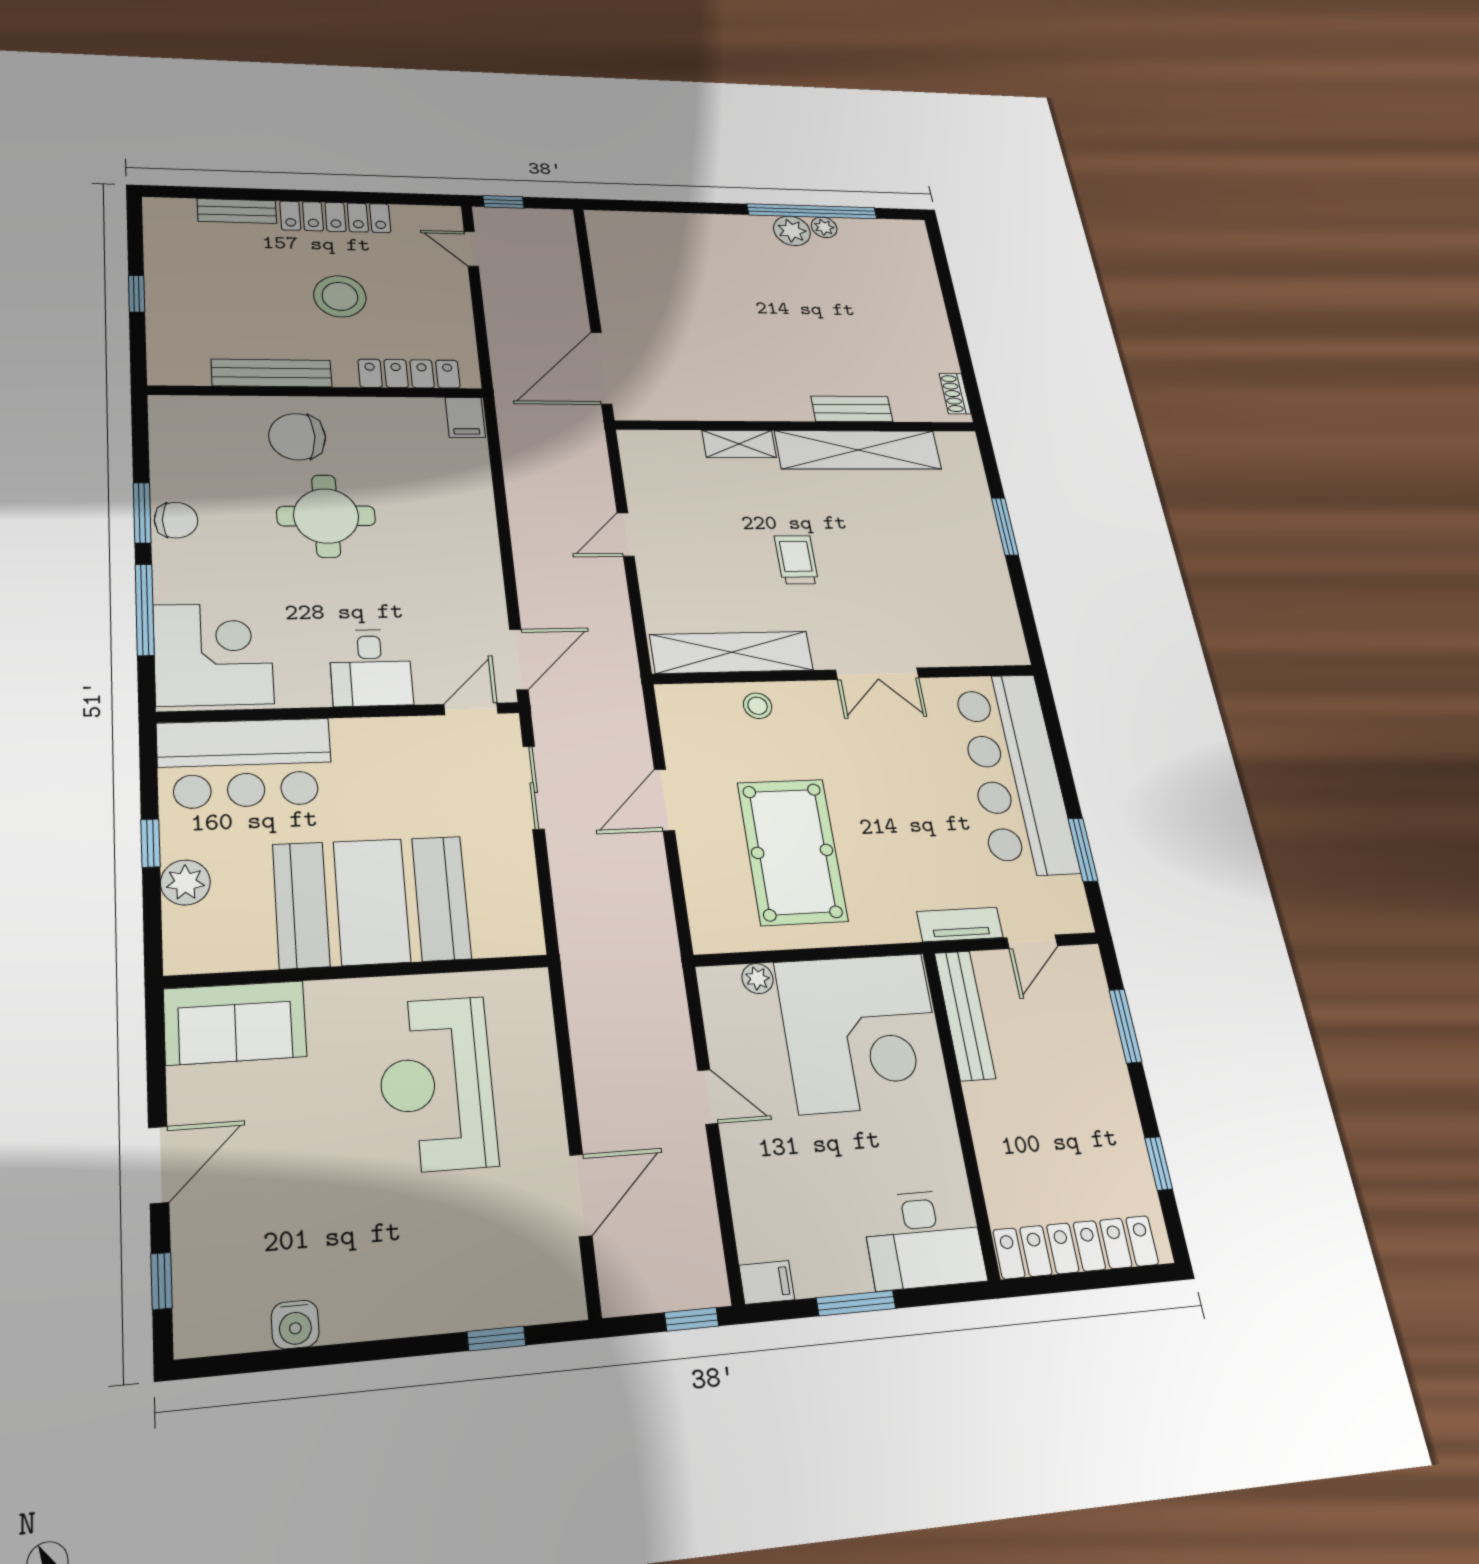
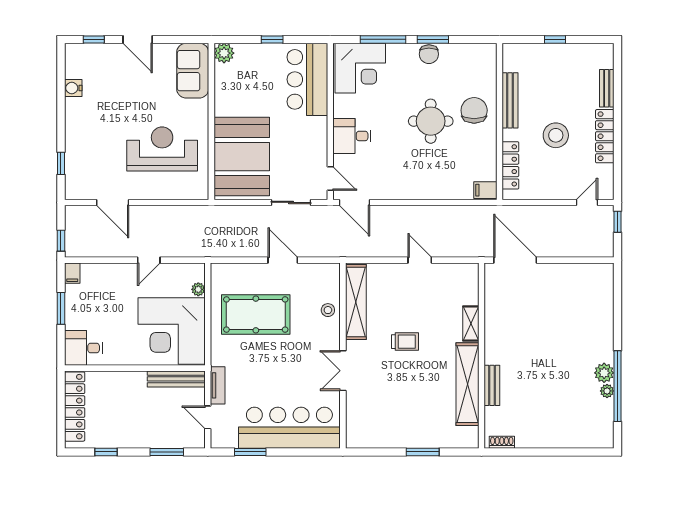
plant: (185, 882) -> (224, 53), moved
booth: (372, 901) -> (242, 157), moved
desk: (924, 1239) -> (83, 348), width x0.73

